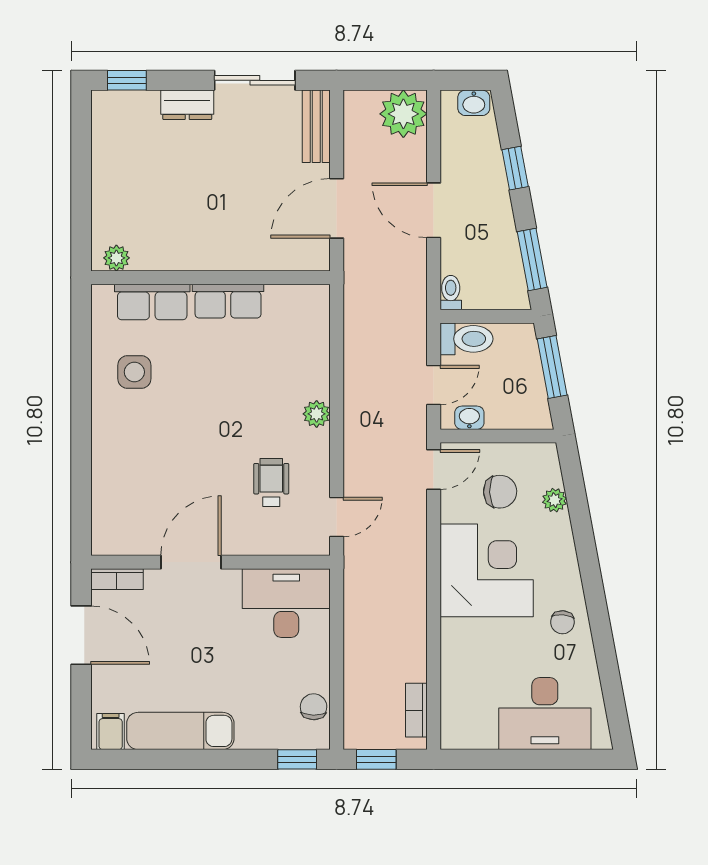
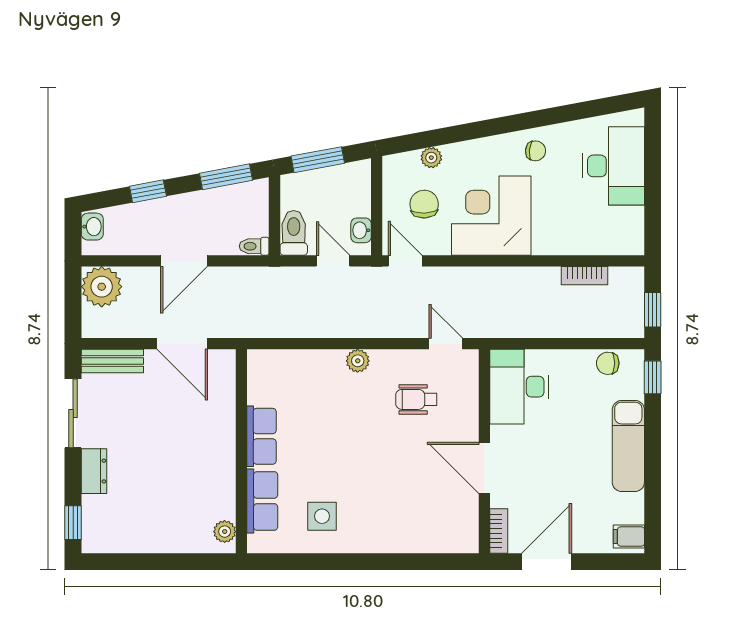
bookcase: (416, 710) -> (585, 276), moved
exam couch: (180, 731) -> (628, 446), moved

